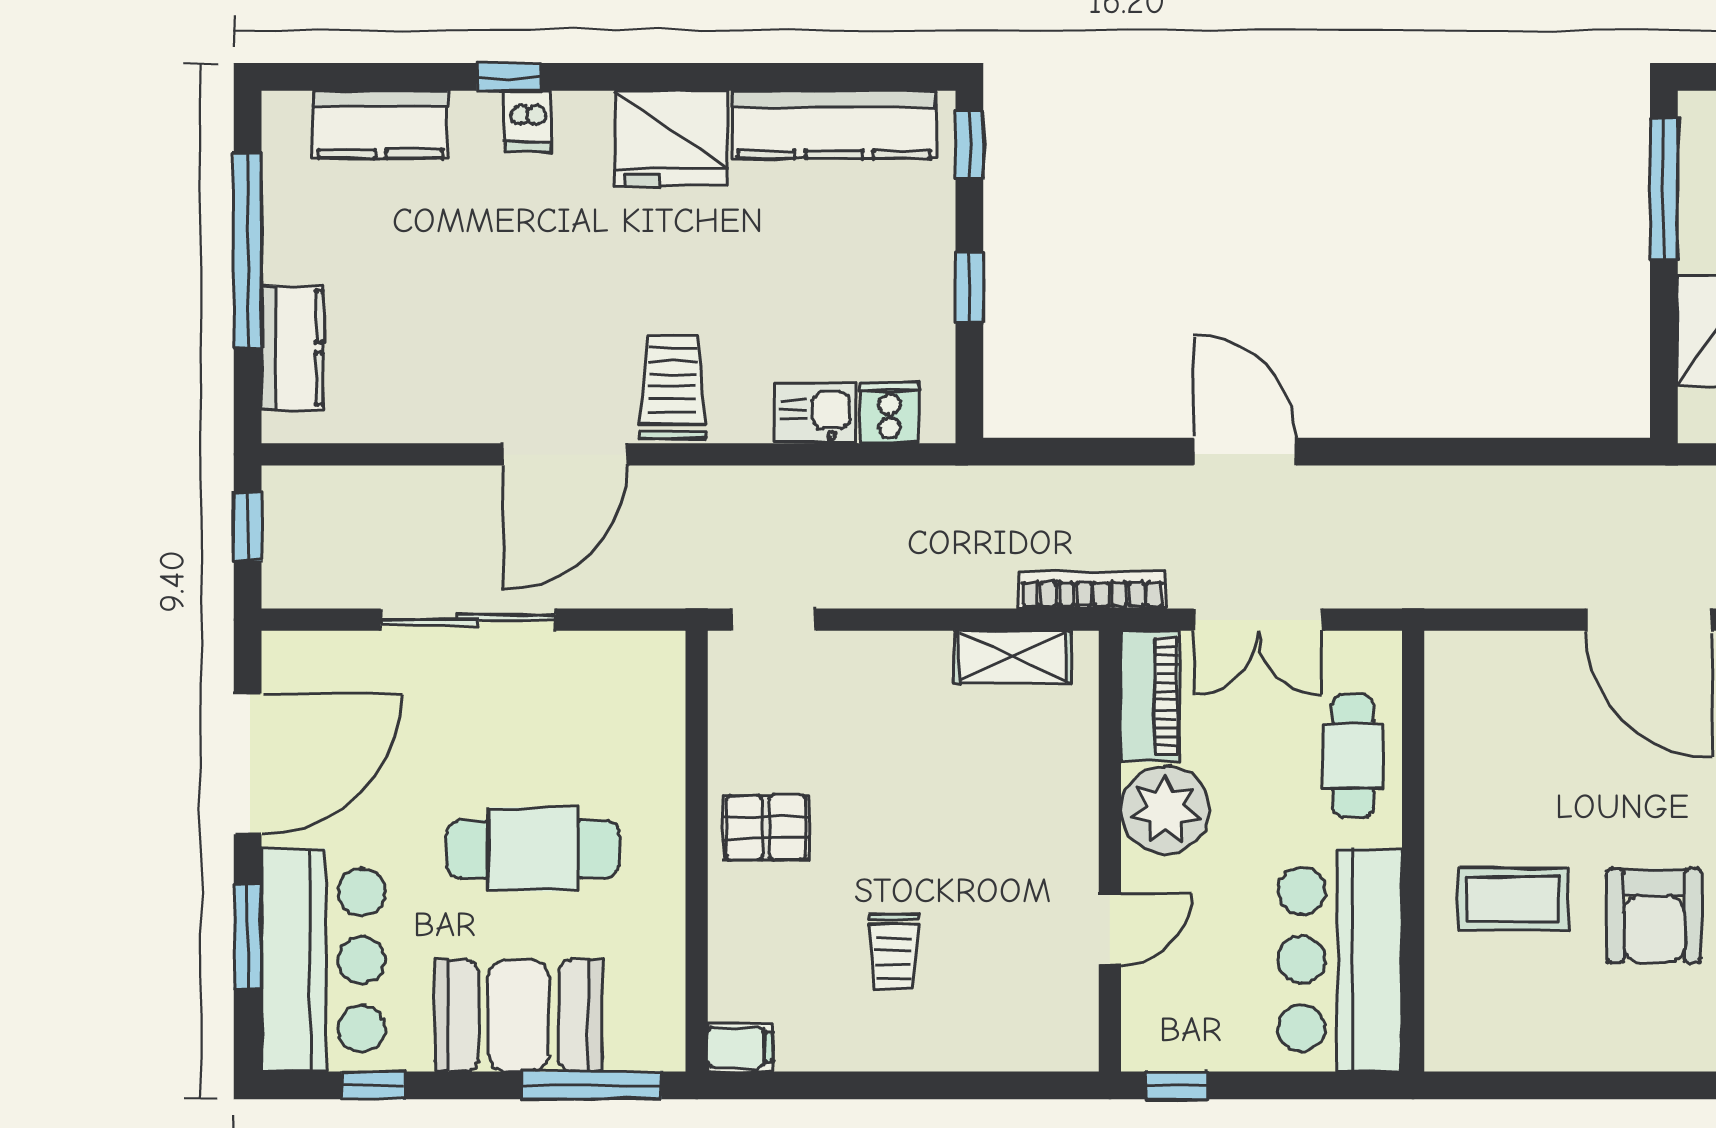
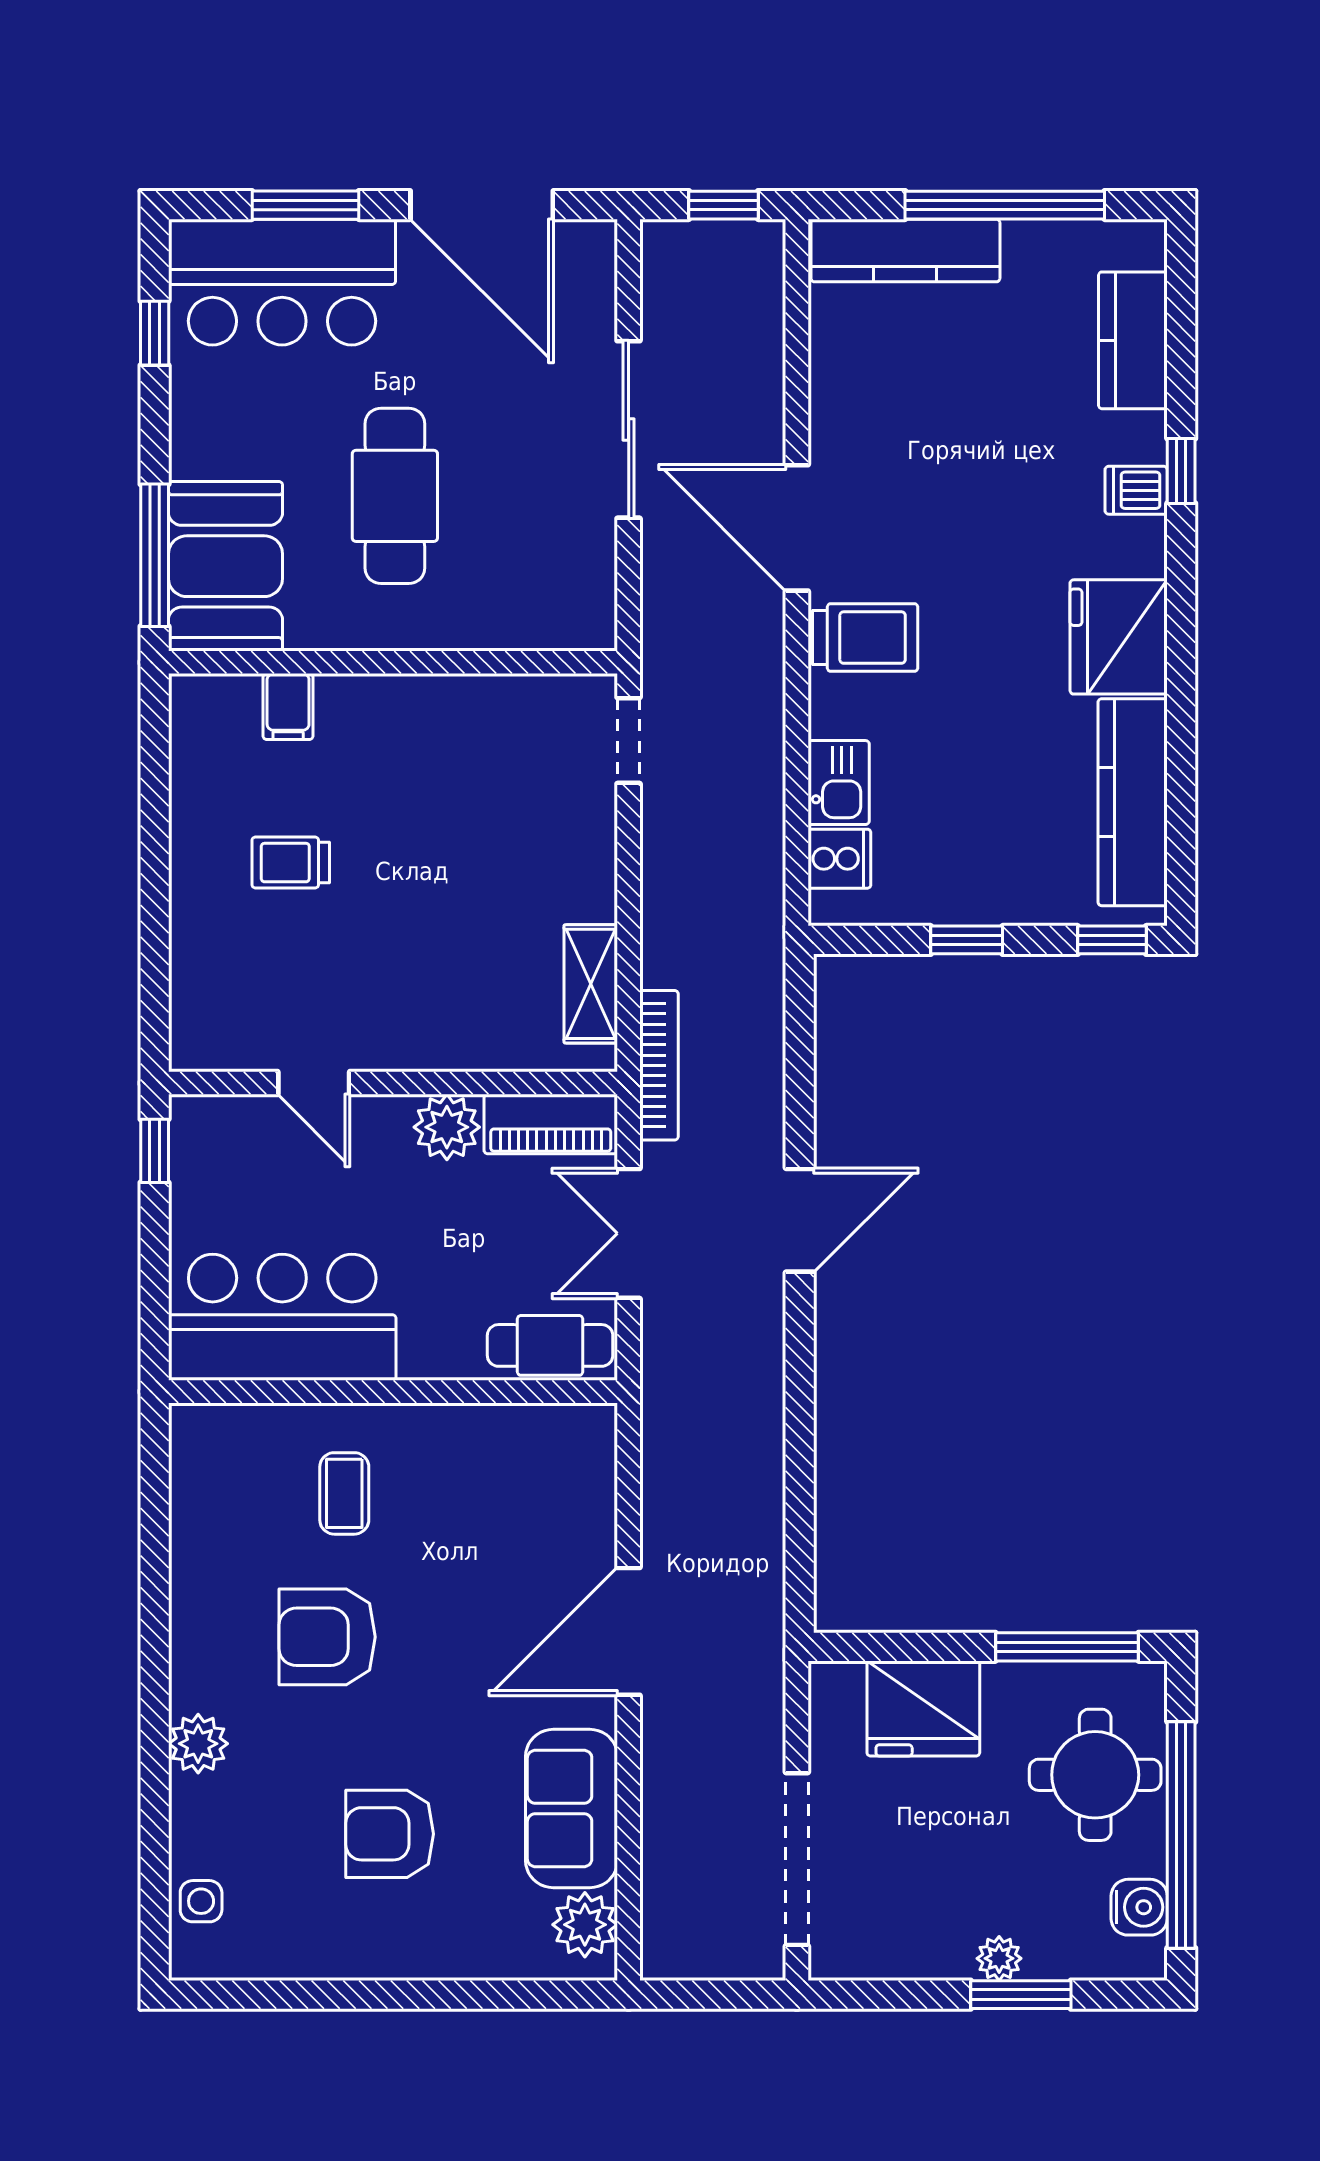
kitchen counter: (292, 348) -> (905, 251), width x1.50
cafe table: (1353, 756) -> (550, 1345), moved
plant: (1165, 810) -> (447, 1127), width x0.73, depth x0.73
pallet: (766, 827) -> (417, 733), removed
coffee table: (1513, 899) -> (344, 1493), width x0.73, depth x0.77
booth: (519, 1016) -> (225, 566), moved
filing cabinet: (740, 1047) -> (288, 707), moved

